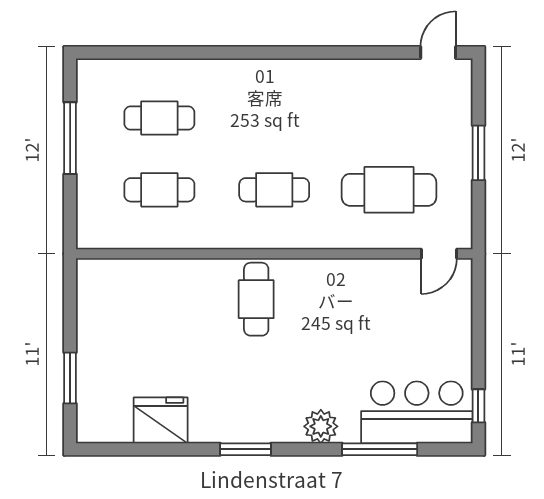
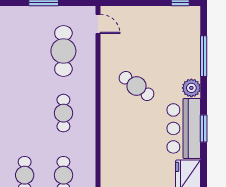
cafe table: (256, 299) -> (136, 86), moved, turned 37
bar counter: (417, 412) -> (184, 128), moved

